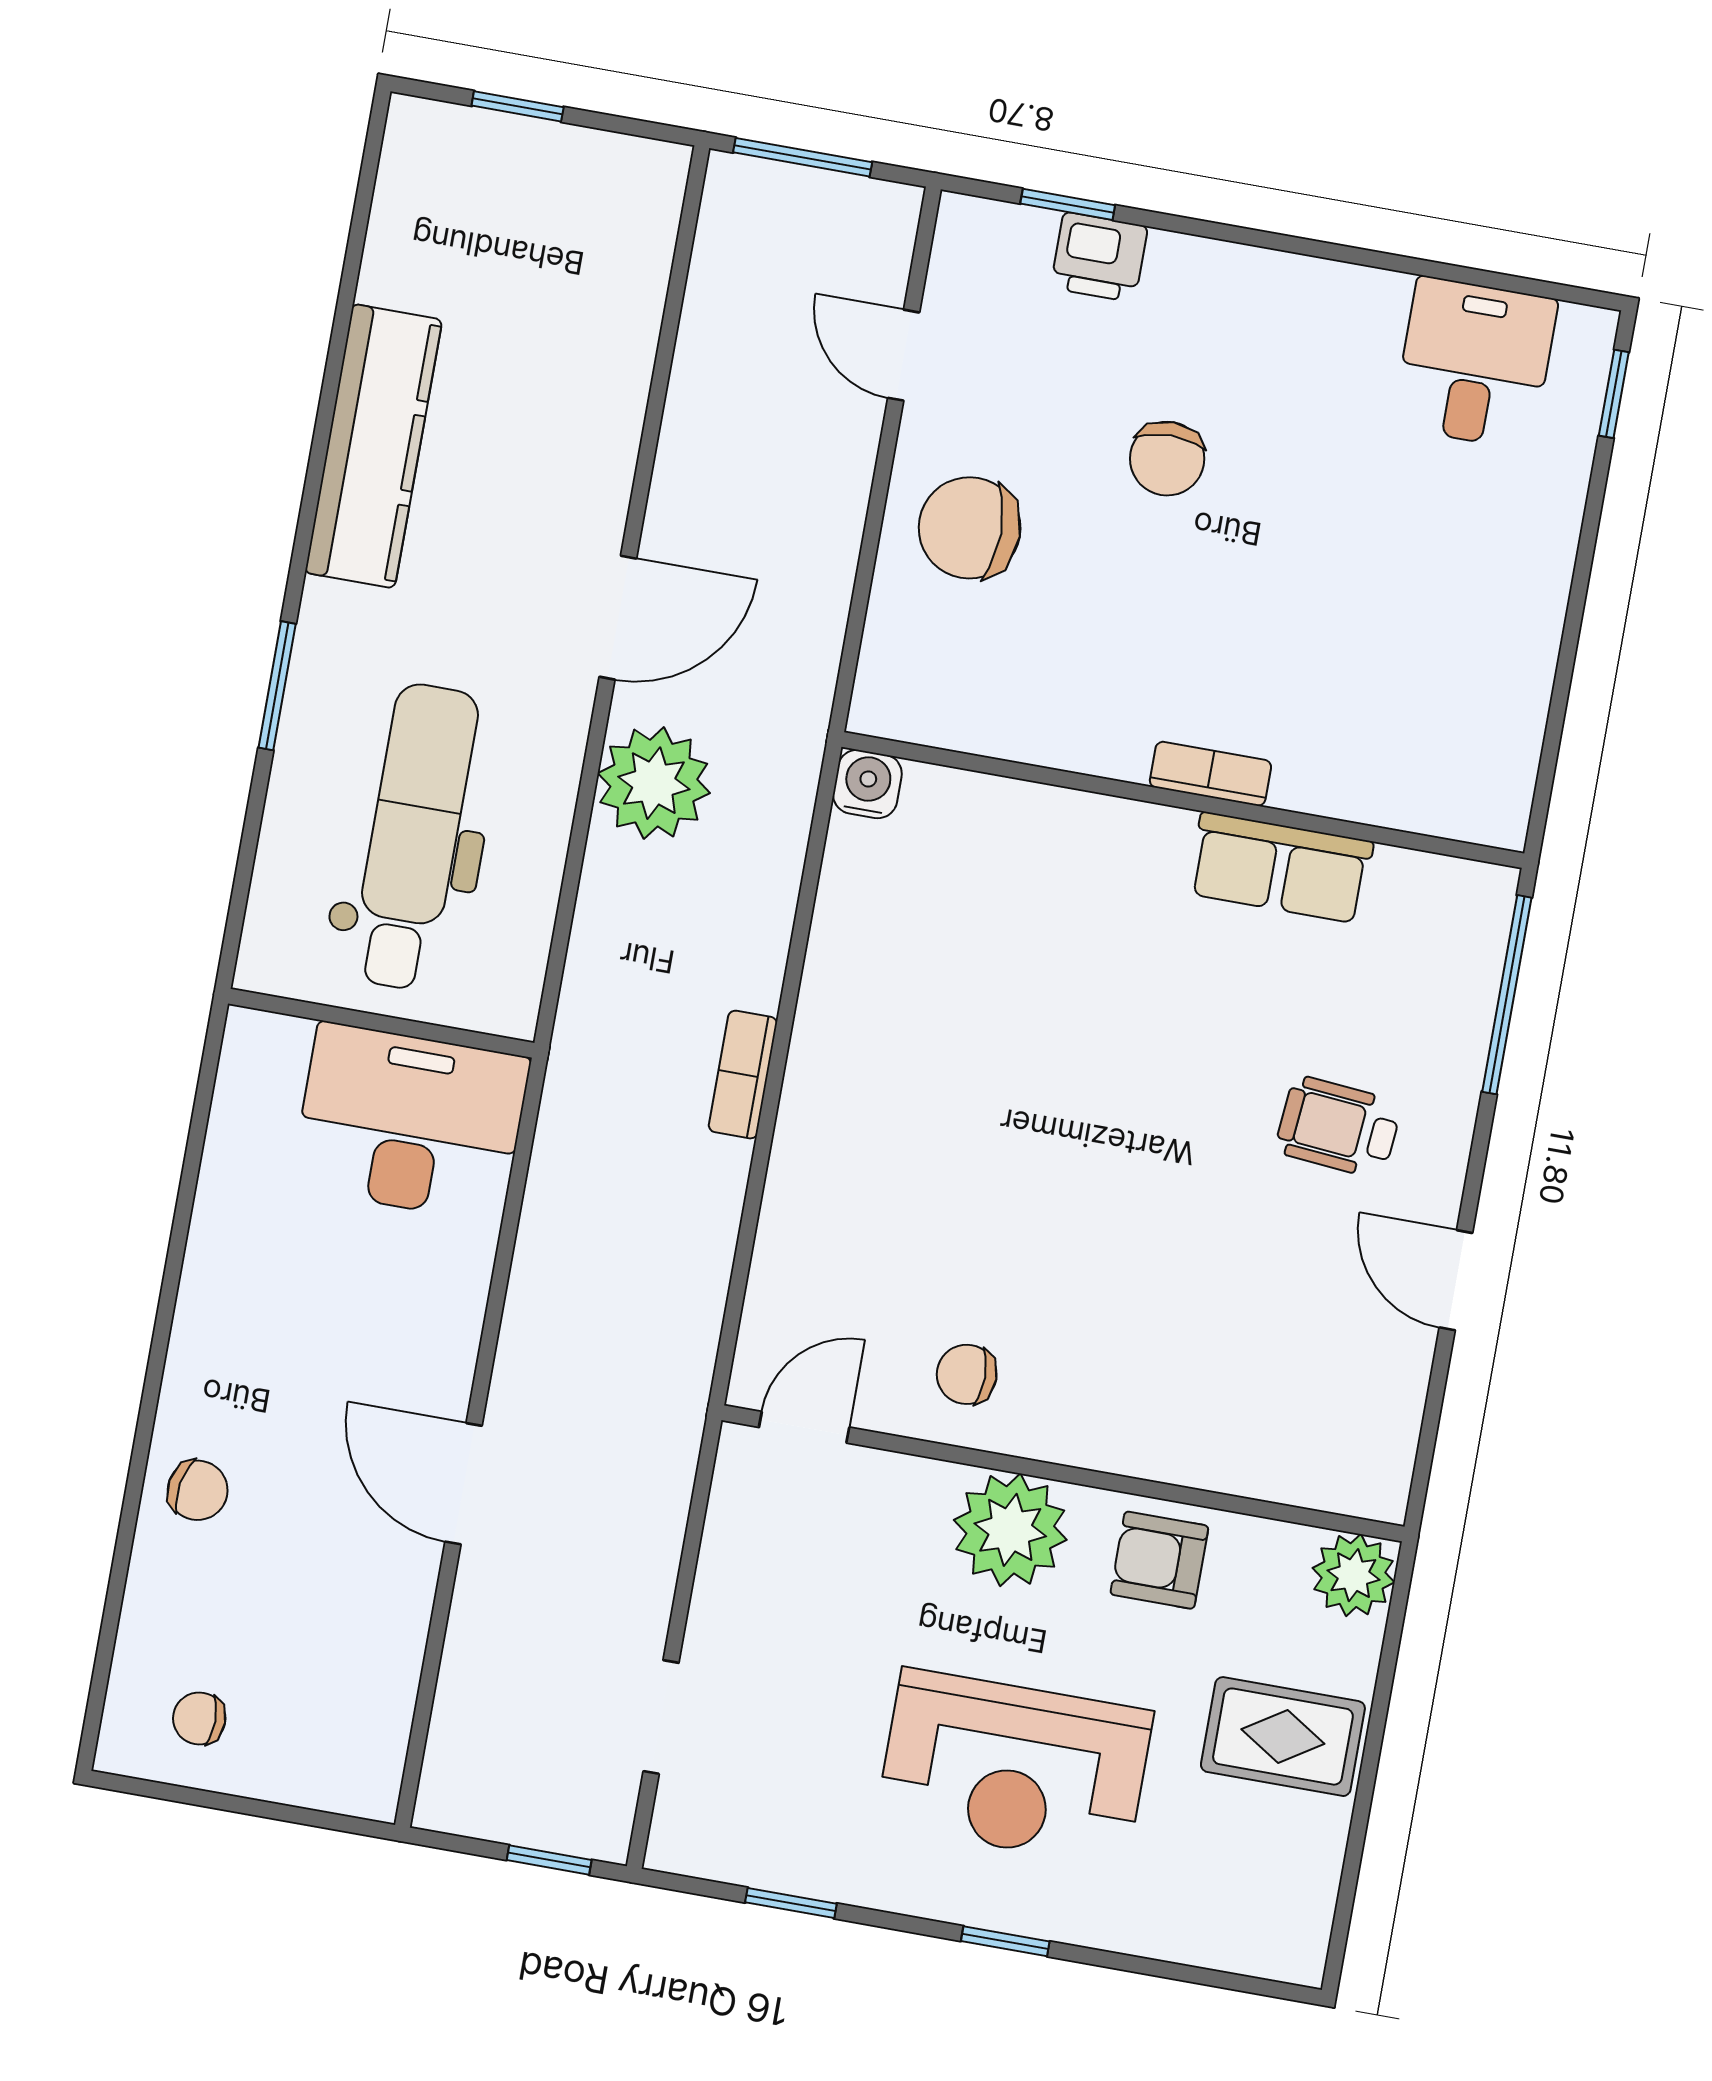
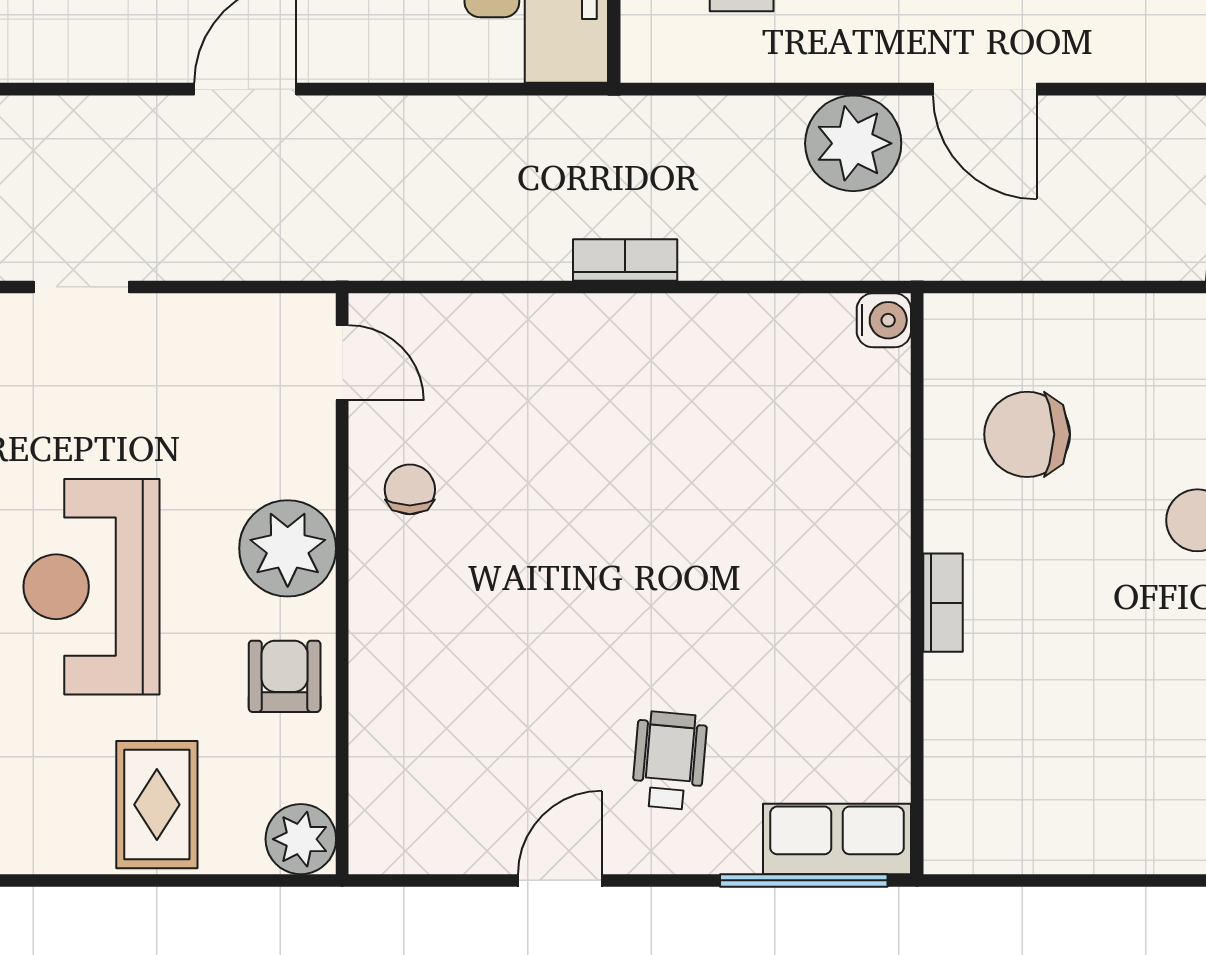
chair: (970, 528) -> (1027, 434), moved, turned -90
row of seats: (1280, 868) -> (837, 839), moved, turned 90

